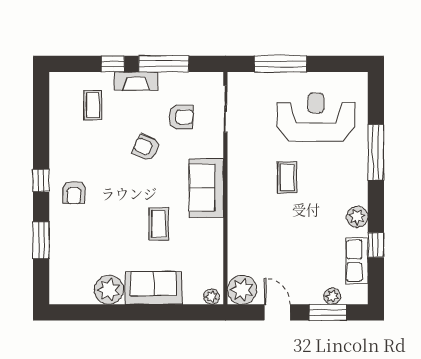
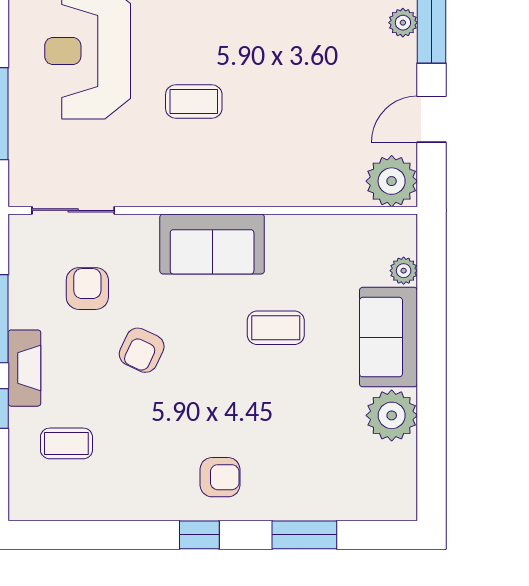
plant: (212, 297) -> (404, 271), moved

